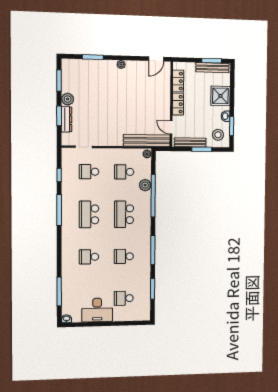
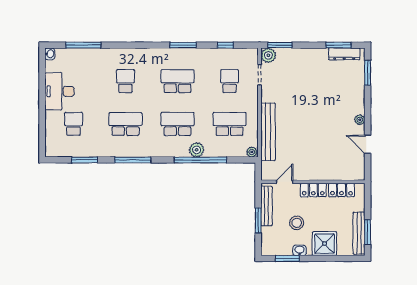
window: (93, 57) -> (368, 73), moved
door: (156, 59) -> (368, 144), moved
plant: (68, 99) -> (268, 55), moved
window: (59, 116) -> (280, 45), moved
dresser: (66, 119) -> (344, 54), moved
stool: (218, 135) -> (297, 223), moved
bench: (147, 141) -> (268, 132), moved
school desk: (124, 172) -> (230, 124), width x1.85
plant: (145, 185) -> (197, 150), moved
window: (59, 210) -> (183, 45), width x0.69
school desk: (124, 256) -> (125, 124), width x1.85

